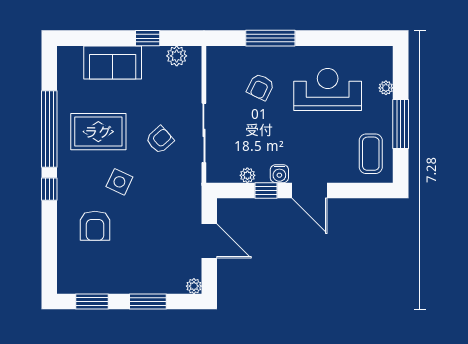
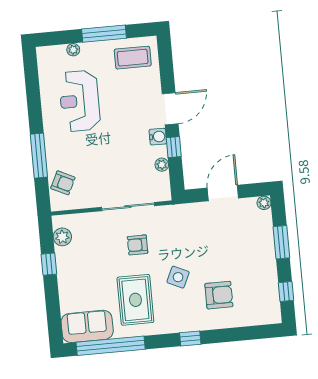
sofa: (113, 62) -> (87, 326), moved, turned -90
armchair: (260, 87) -> (63, 183), moved
window: (49, 129) -> (111, 346), moved
armchair: (160, 140) -> (138, 245), turned -48
window: (92, 301) -> (286, 292), width x0.67

